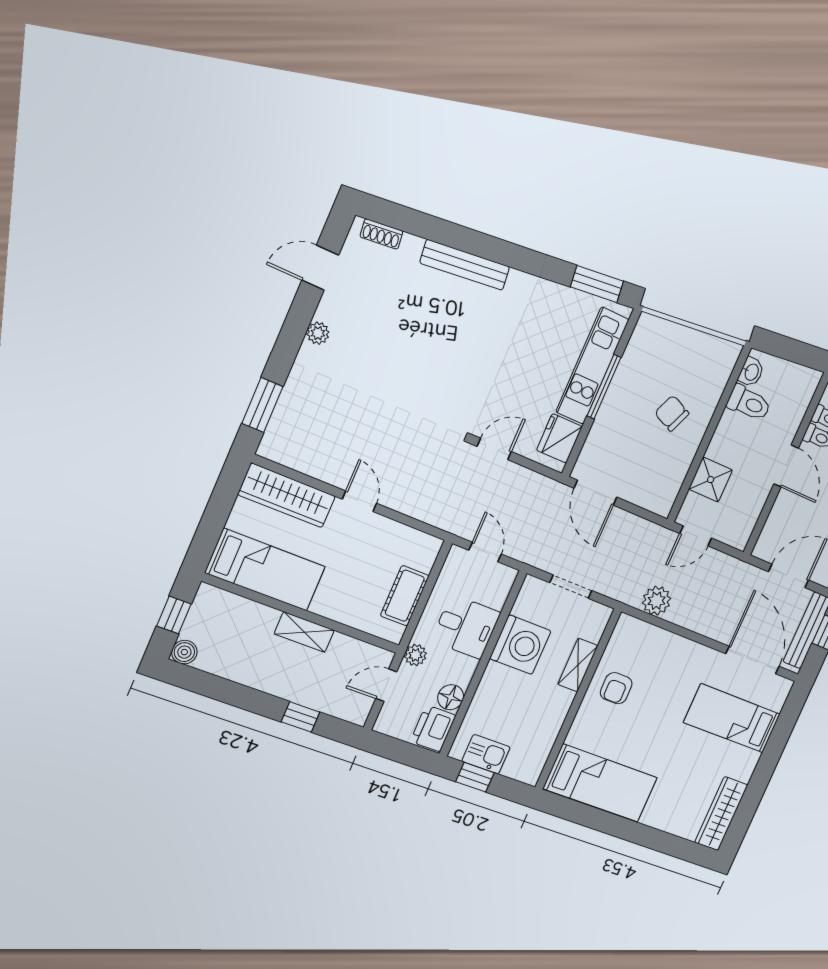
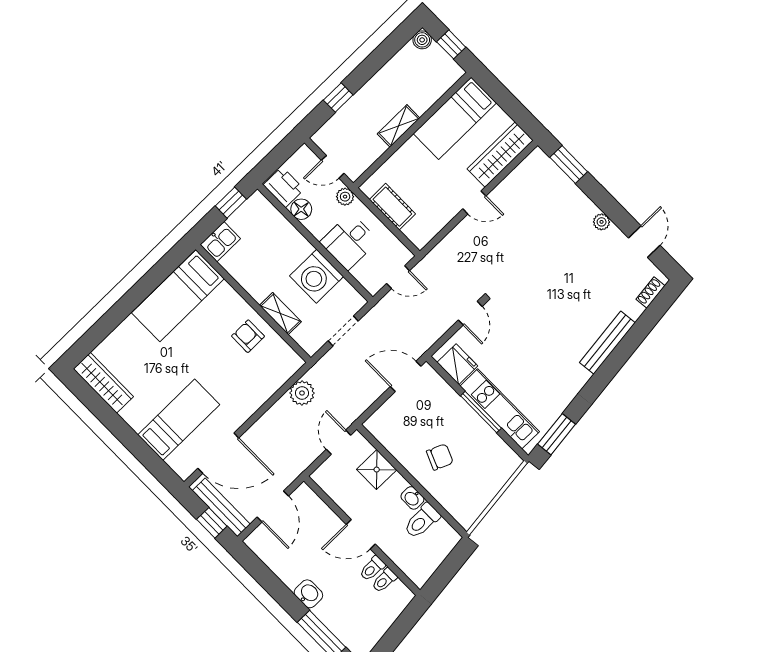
washbasin: (751, 372) -> (412, 498), moved
door: (386, 685) -> (333, 167), swing flipped
kitchen sink: (486, 754) -> (220, 242), moved

